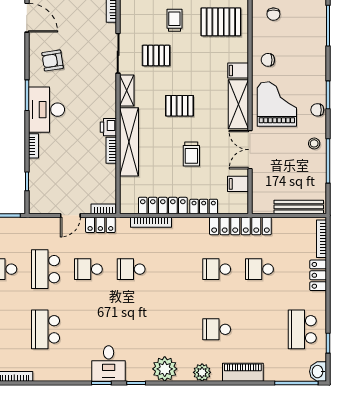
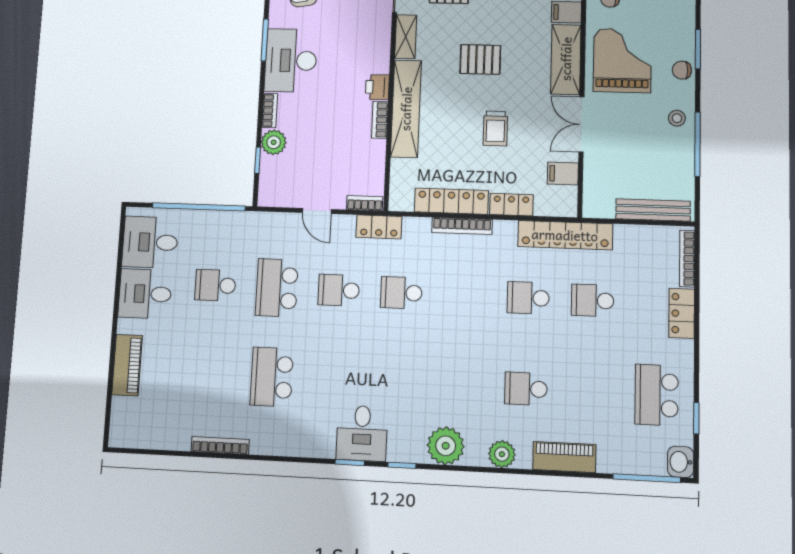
plant: (38, 168) -> (274, 142), added
door: (70, 215) -> (317, 211), hinge flipped
bookcase: (151, 222) -> (462, 226), moved
locker: (100, 225) -> (379, 227), moved

